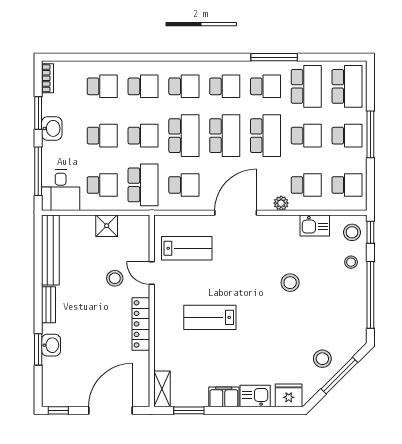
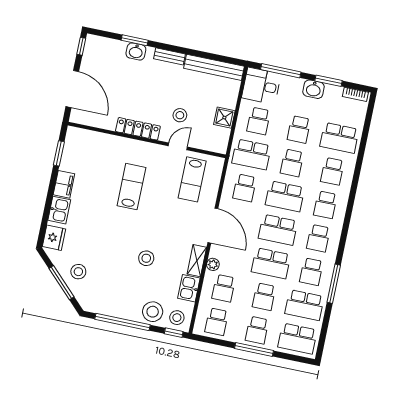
school desk: (102, 86) -> (339, 138), width x1.85
stool: (351, 262) -> (153, 312), width x1.89, depth x1.89
shelving: (162, 389) -> (197, 261), moved, turned 90

